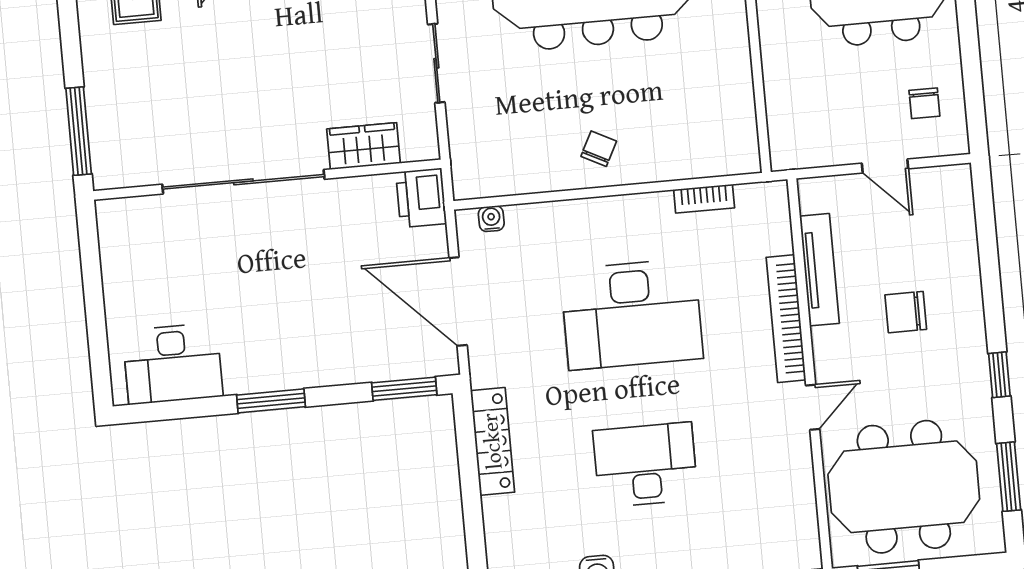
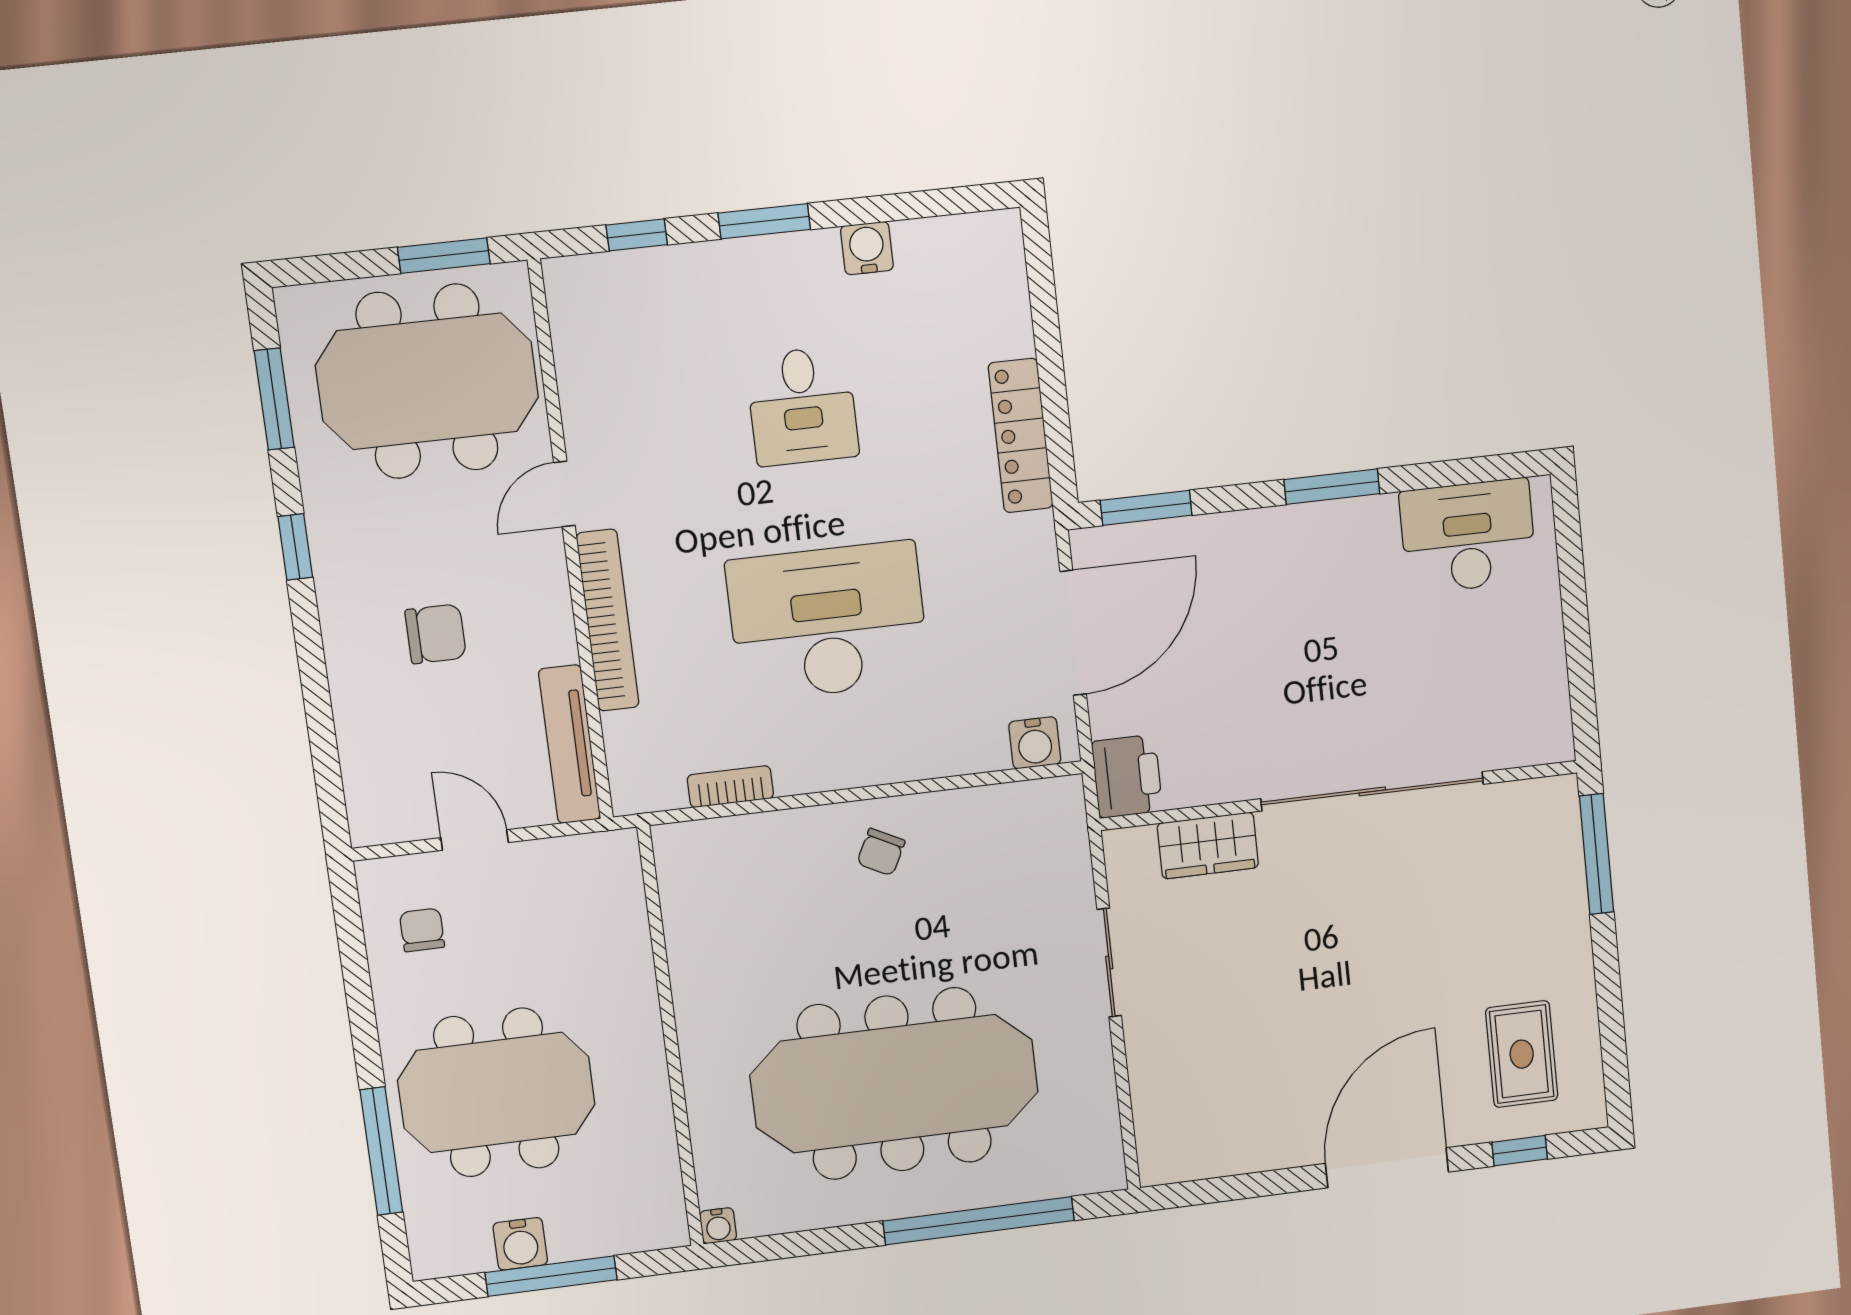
water cooler: (491, 219) -> (1035, 743), width x1.38, depth x1.38
tv unit: (819, 270) -> (569, 744), moved
door: (458, 302) -> (1073, 633), hinge flipped
desk: (645, 465) -> (802, 406), width x0.73

